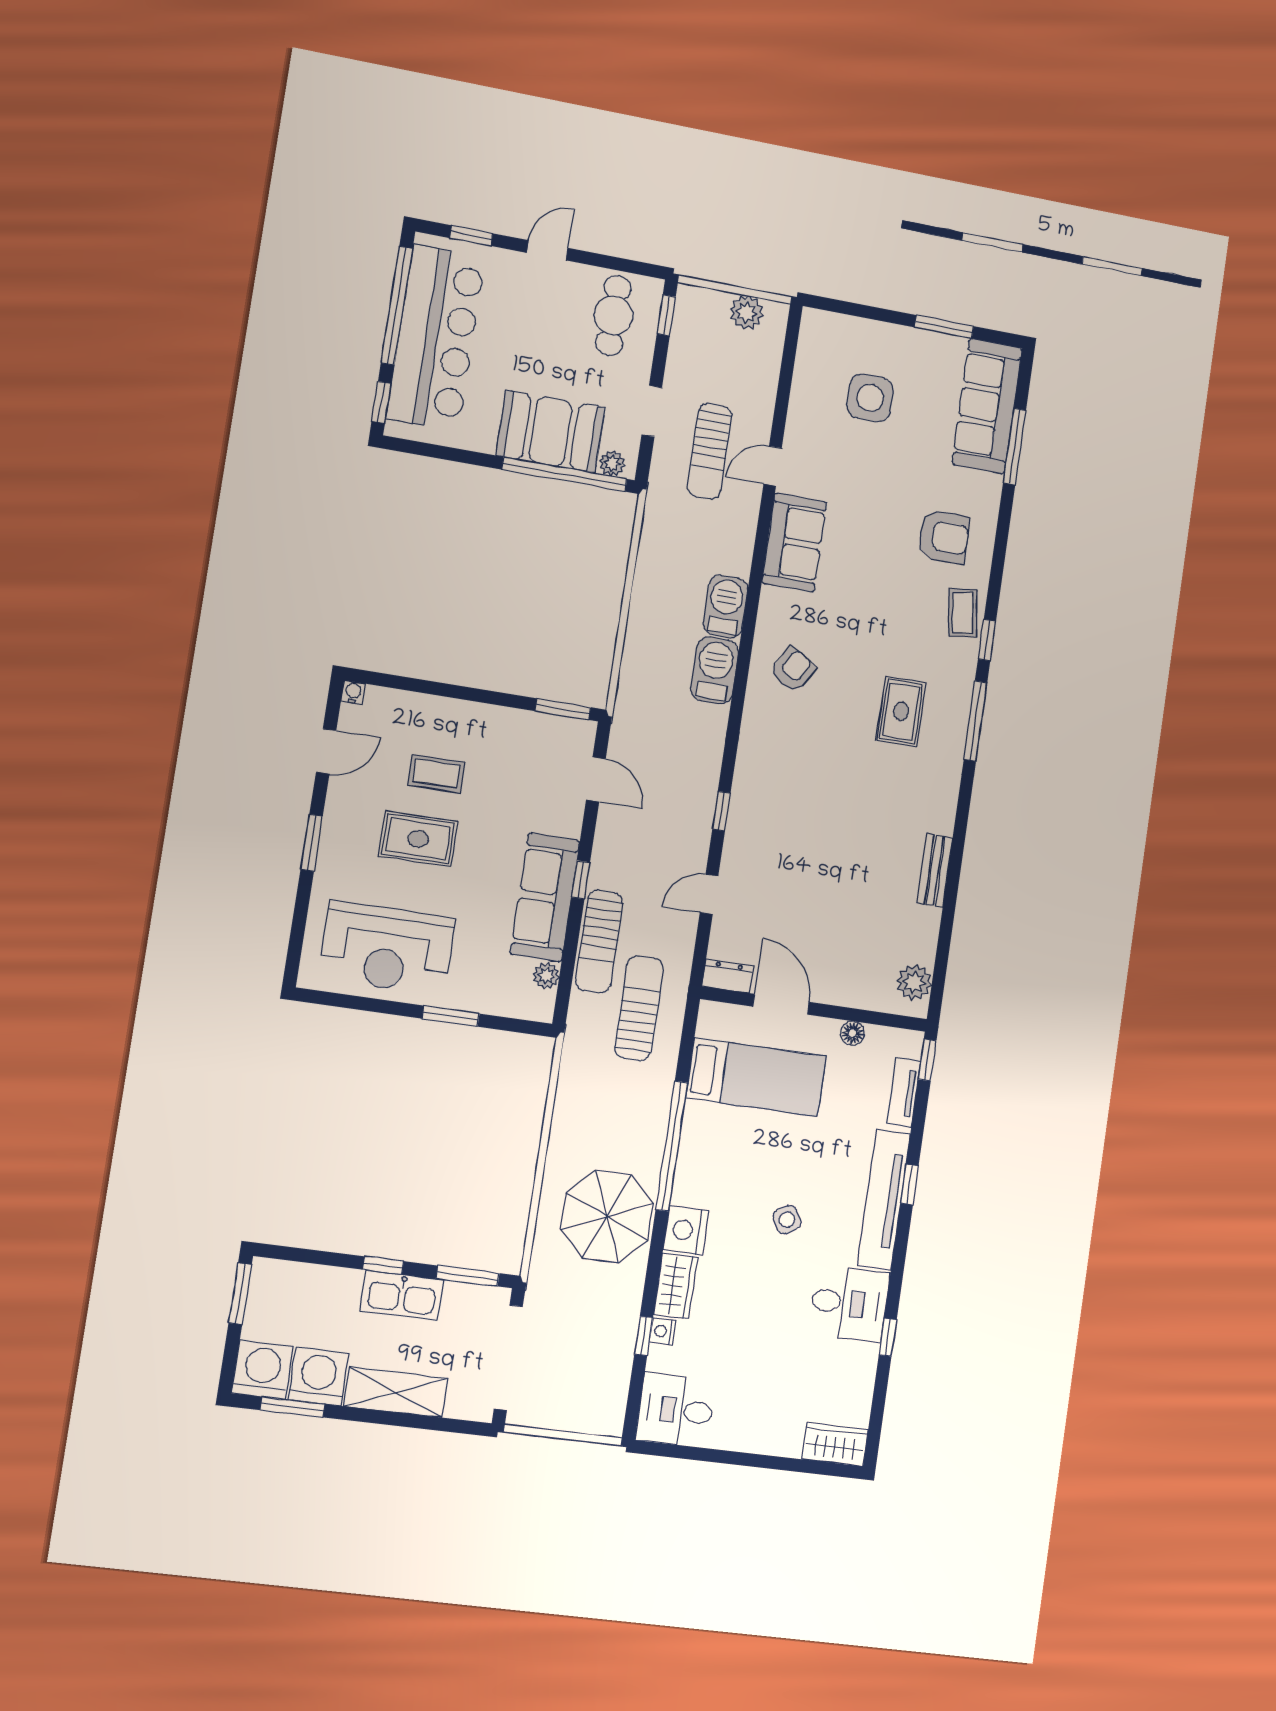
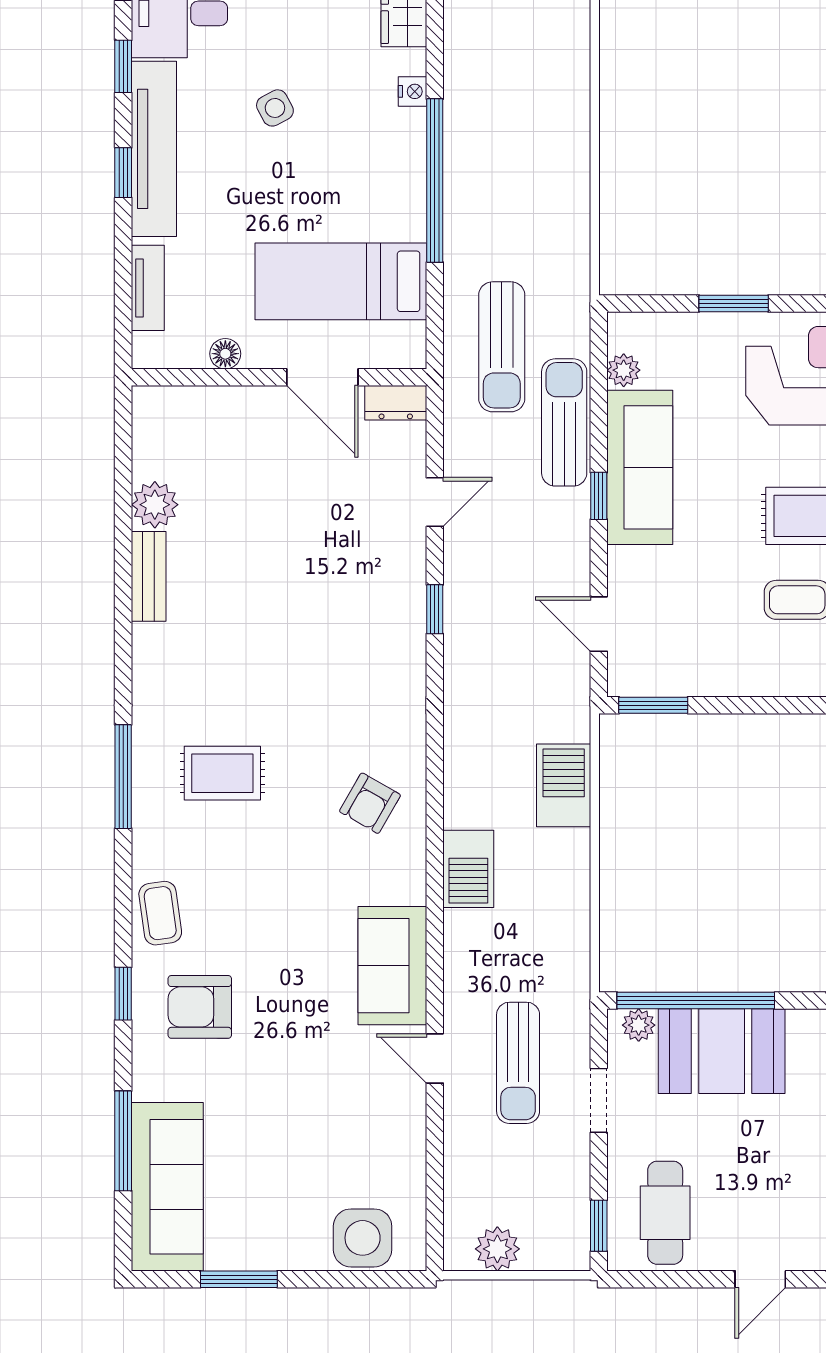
side table: (870, 398) -> (363, 1238), moved
sun lounger: (710, 451) -> (518, 1063), turned 180
door: (773, 466) -> (435, 1058), swing flipped
window: (987, 640) -> (123, 994), moved
barbecue: (715, 670) -> (564, 785), moved, turned 180
rug: (901, 711) -> (222, 773), turned 90
plant: (914, 982) -> (155, 505), moved
window: (927, 1060) -> (123, 66), moved
parasol: (607, 1216) -> (503, 83), removed
nightstand: (686, 1230) -> (413, 91), width x0.53, depth x0.56

